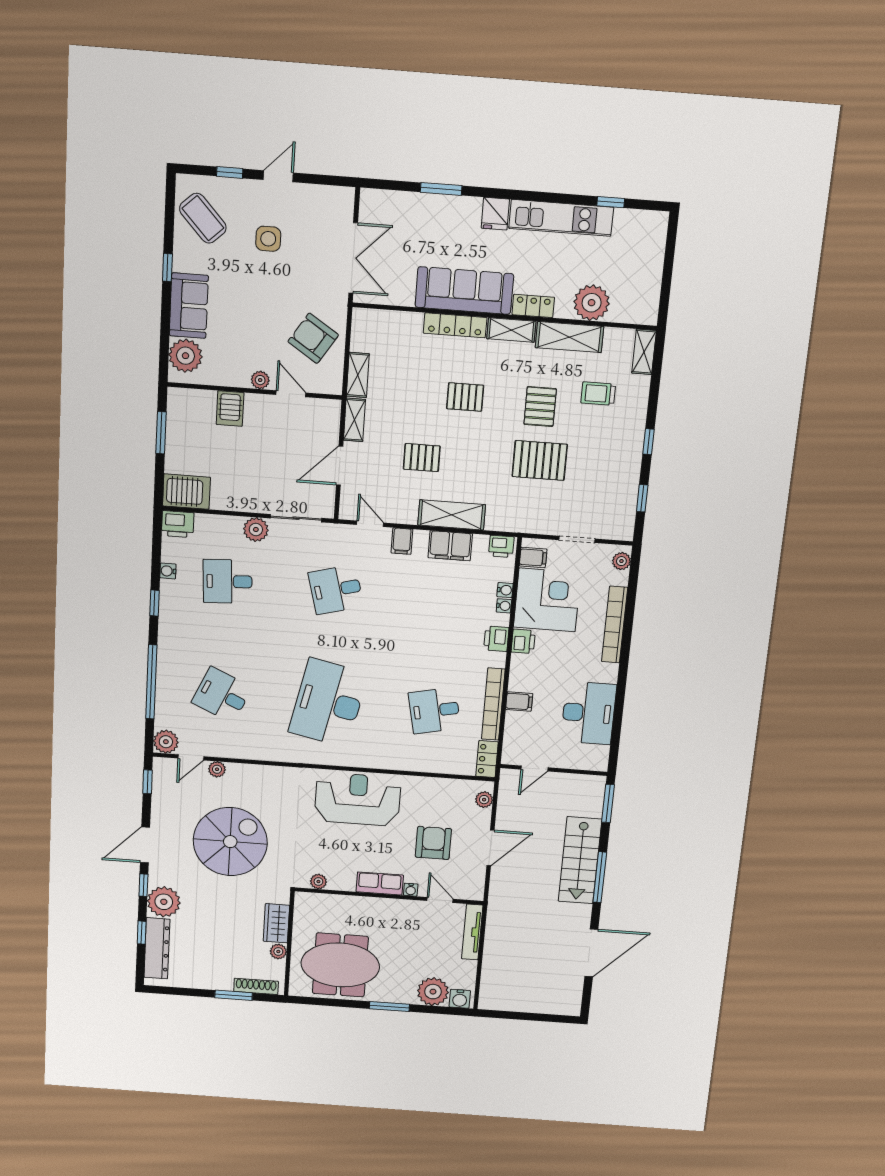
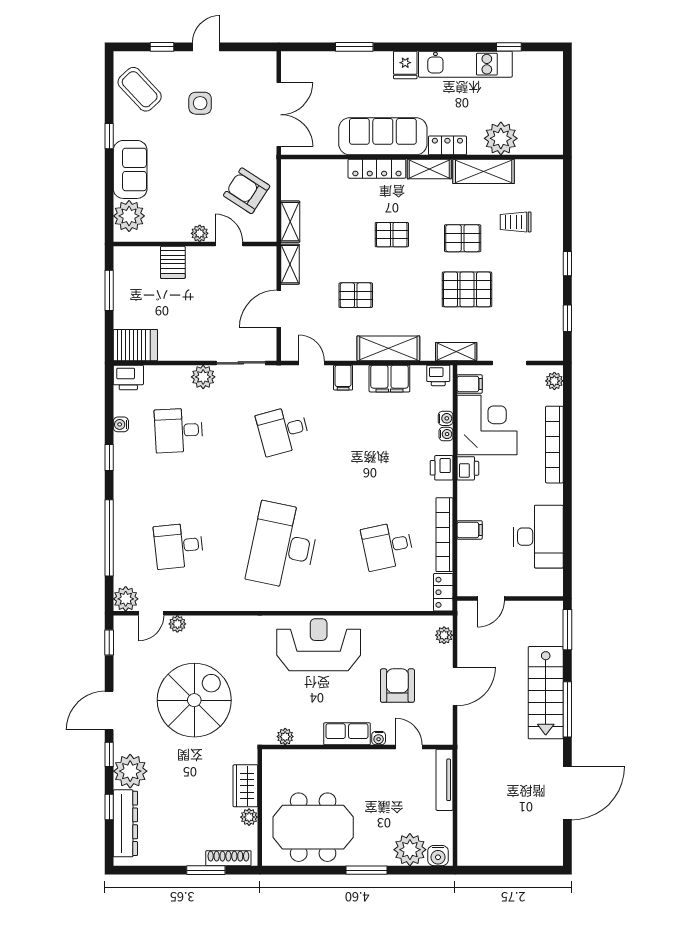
shelving: (644, 352) -> (456, 352), moved, turned 90
pallet: (540, 407) -> (463, 238), turned 90
desk: (222, 695) -> (179, 546), turned -30

